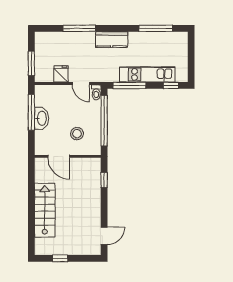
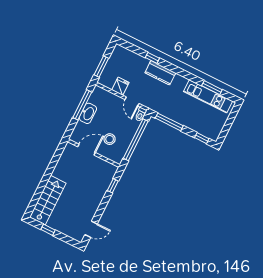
window: (79, 28) -> (152, 58), width x0.46
window: (156, 28) -> (212, 88), width x0.69
kitchen counter: (112, 40) -> (160, 73), moved
kitchen unit: (147, 74) -> (208, 96), moved, turned 180
door: (59, 156) -> (86, 150), swing flipped
stairs: (45, 210) -> (48, 200), moved

